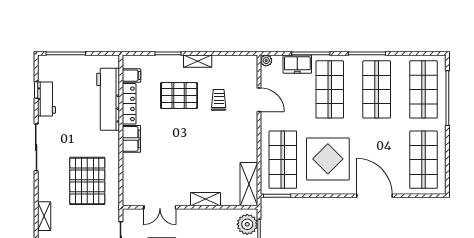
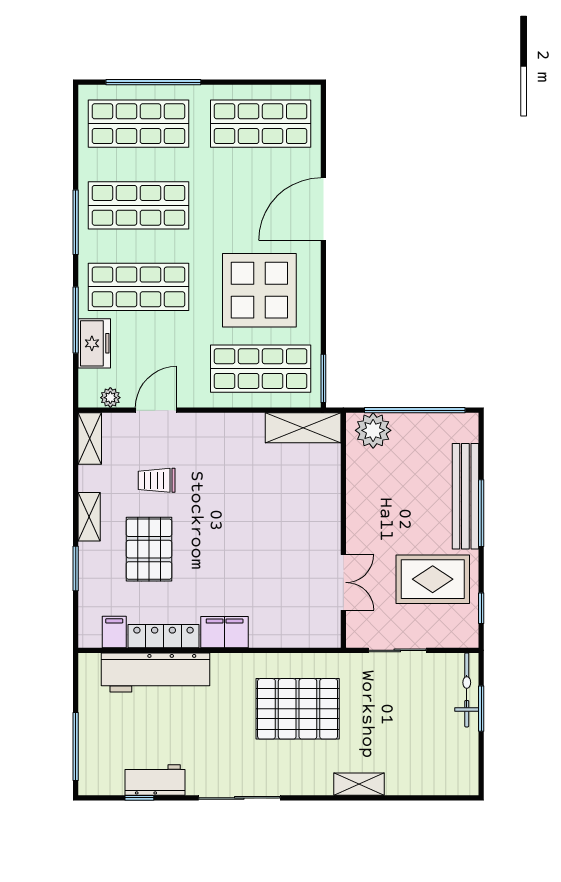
plant: (266, 61) -> (110, 398), moved
shelving: (206, 199) -> (90, 438), moved

